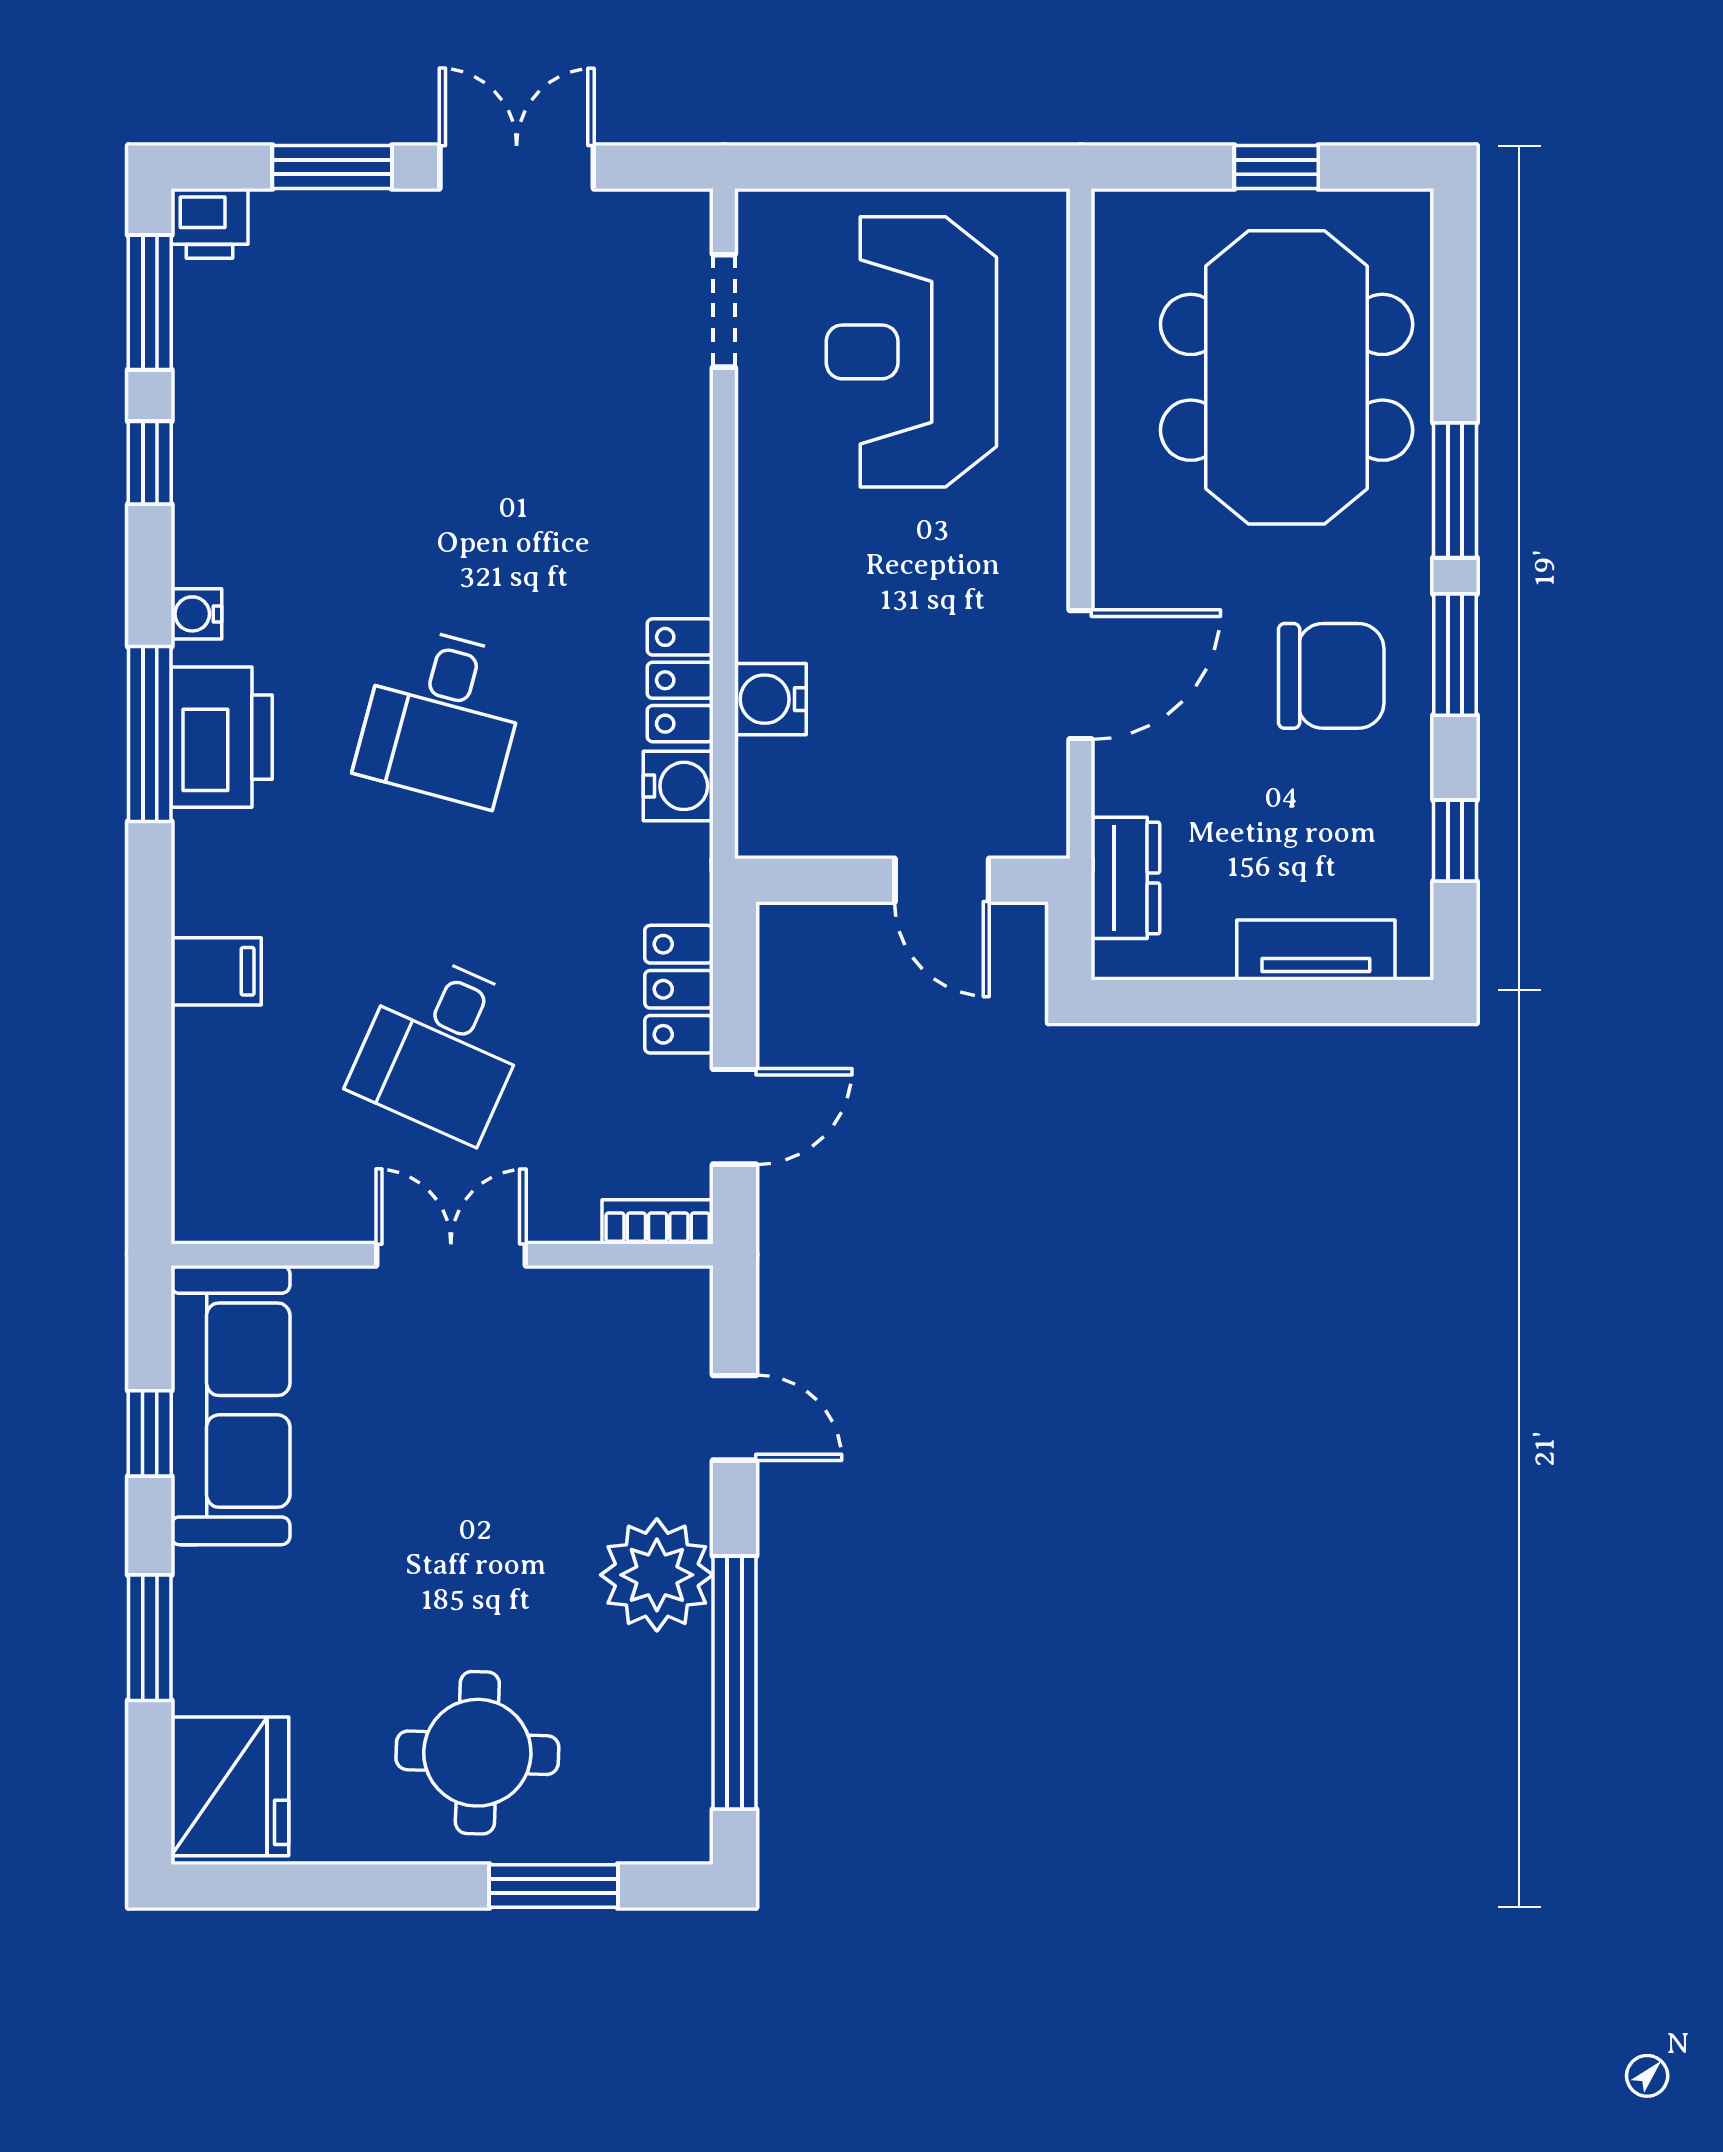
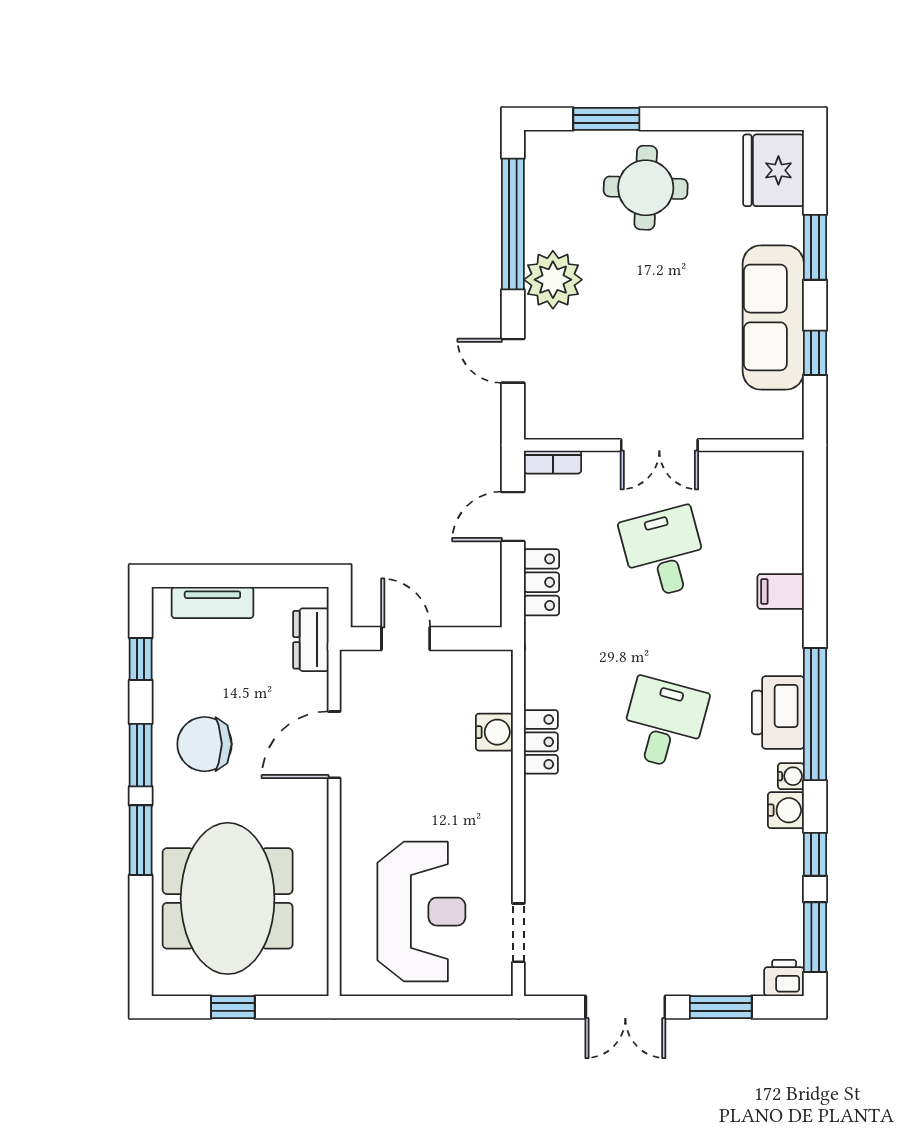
window: (150, 734) -> (815, 714), width x1.46
water cooler: (678, 786) -> (786, 810), moved, turned 180
desk: (442, 1047) -> (664, 552), turned -39
sofa: (230, 1405) -> (773, 317), moved

